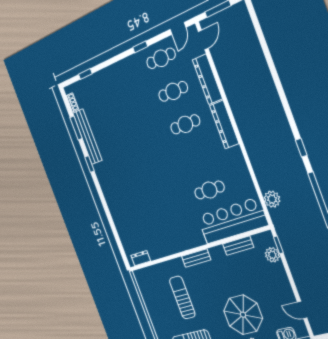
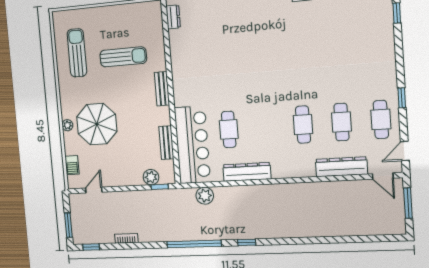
door: (178, 28) -> (405, 151), hinge flipped
dresser: (224, 125) -> (247, 172), moved

